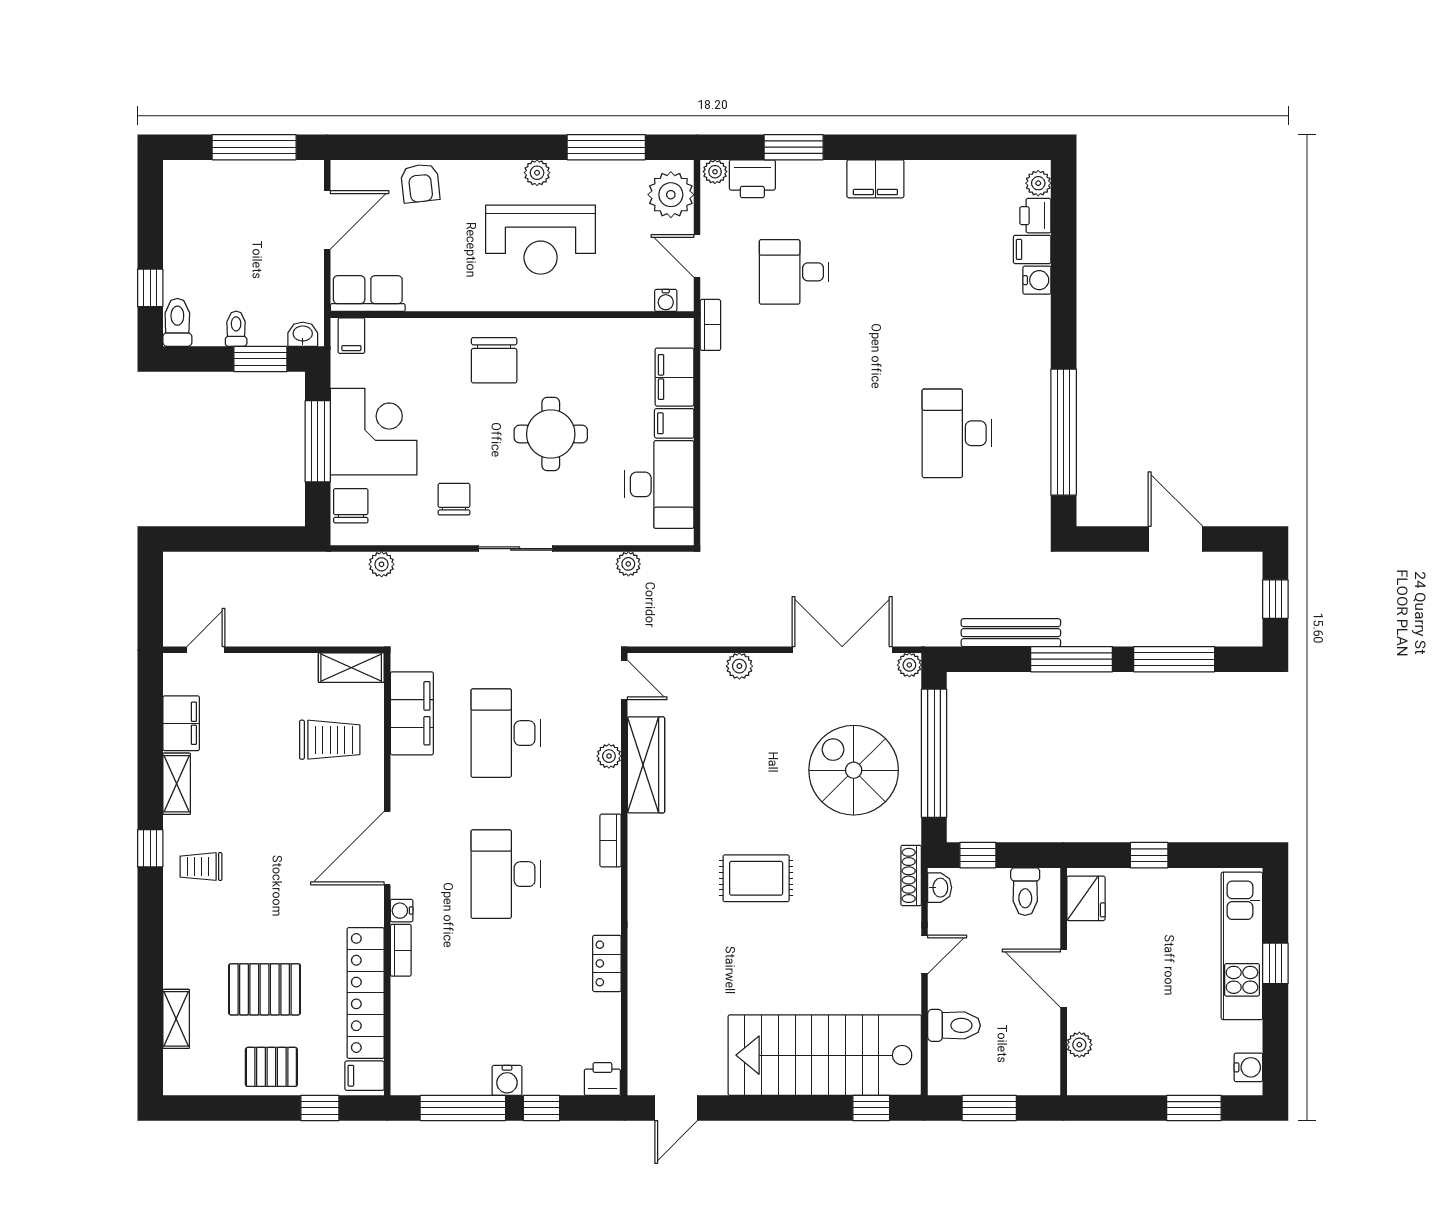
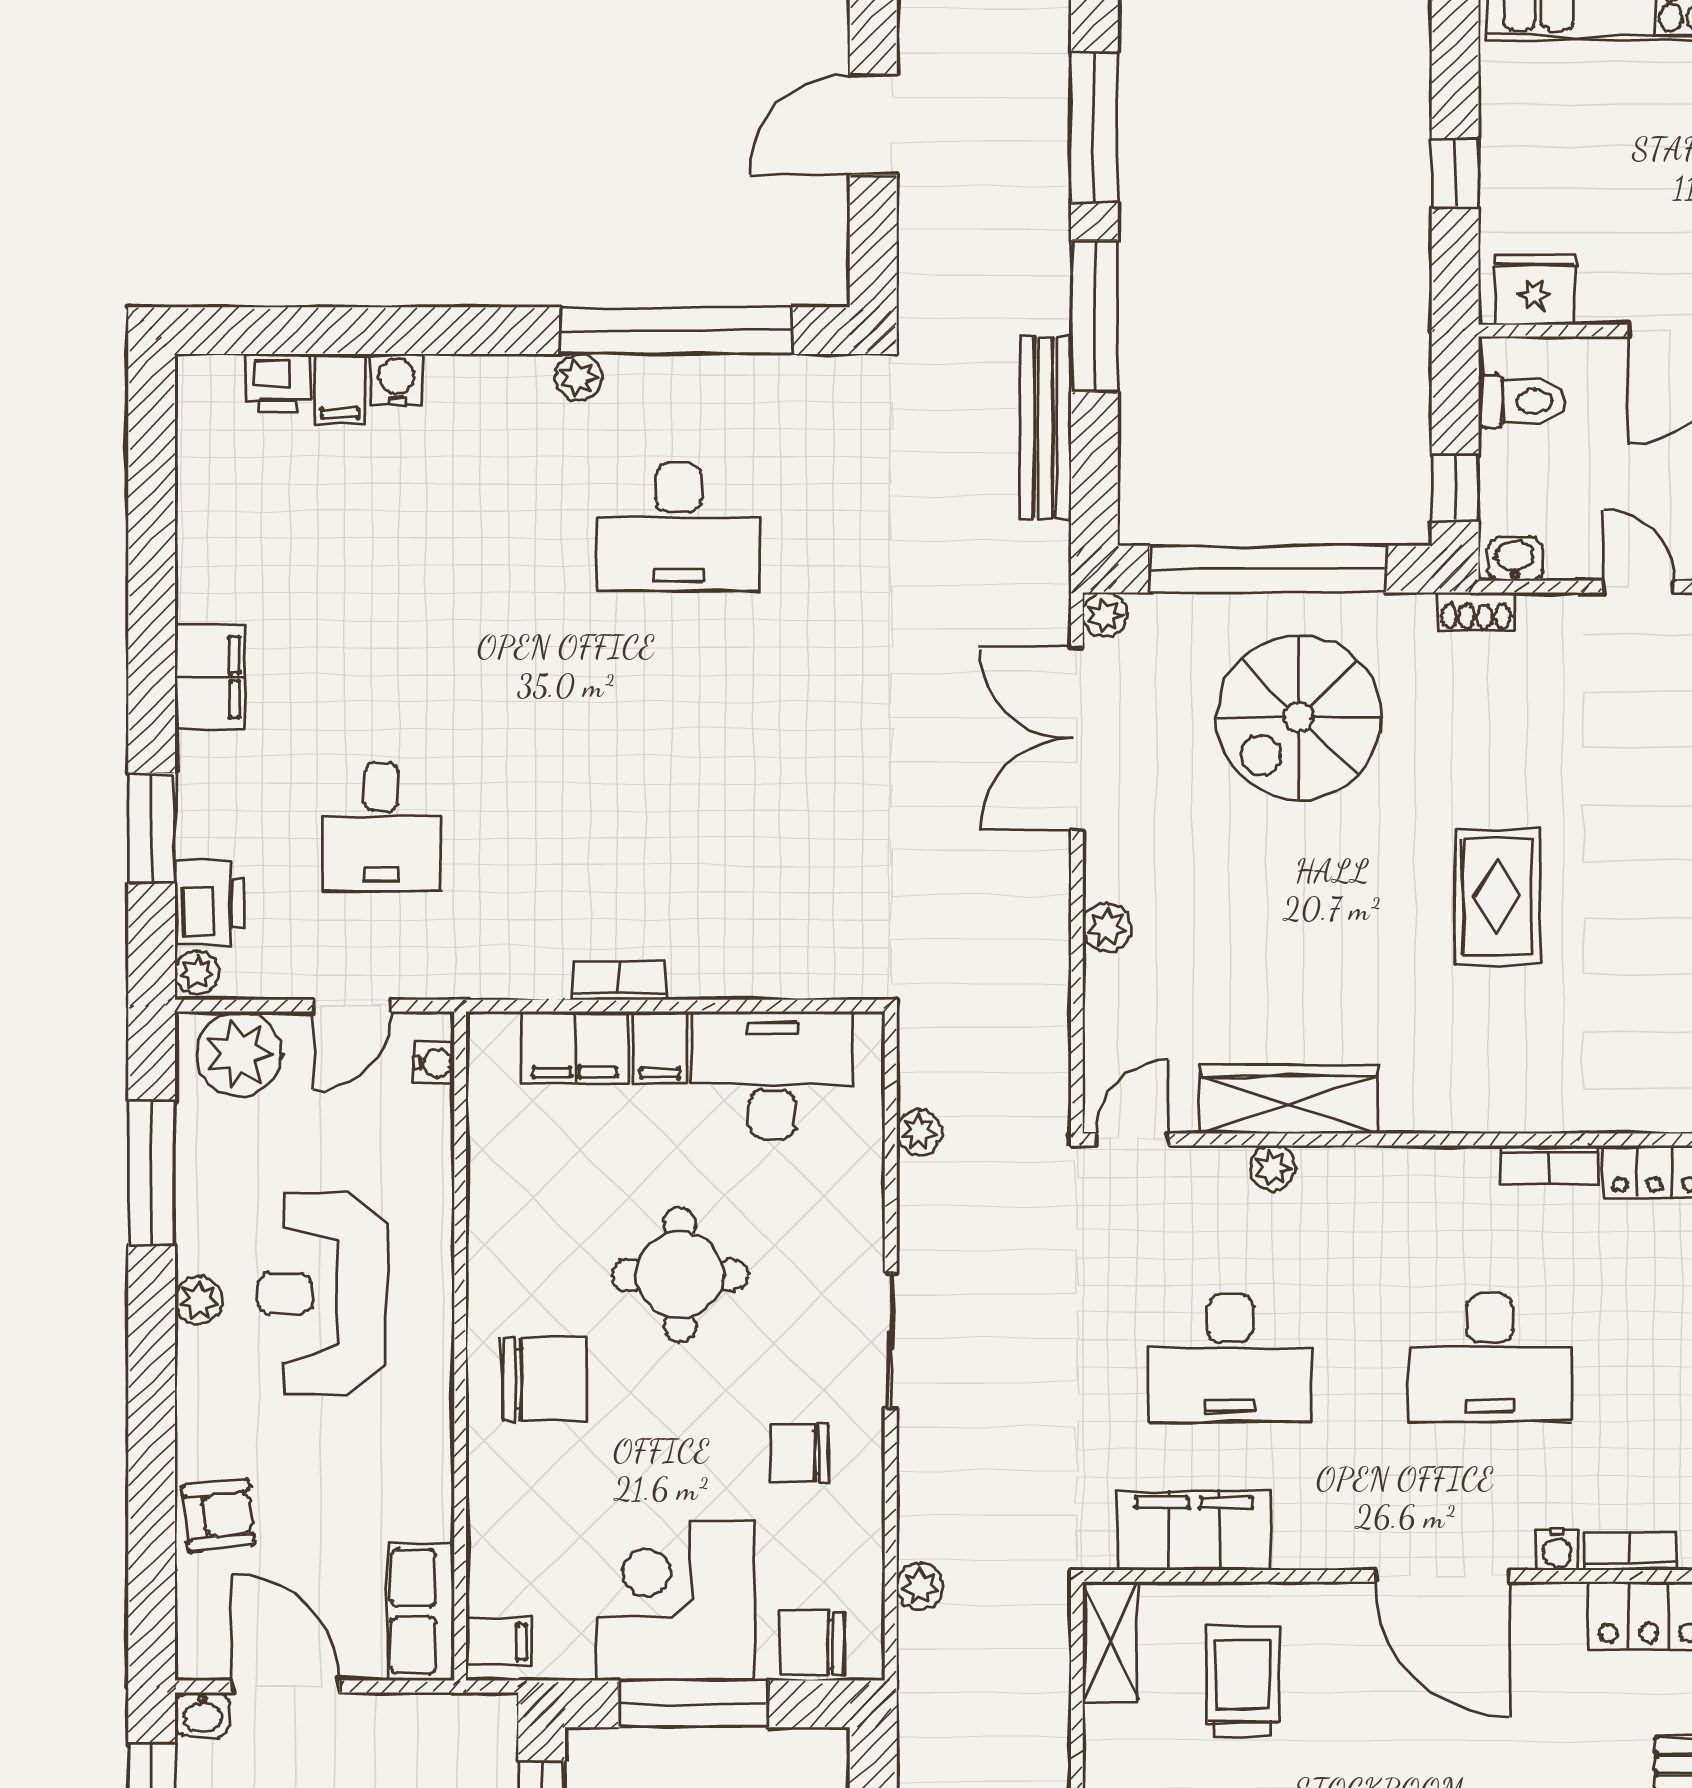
plant: (1038, 183) -> (579, 377), moved
reception desk: (541, 240) -> (322, 1294), turned 180
bookcase: (710, 325) -> (619, 981), moved
washbasin: (303, 334) -> (203, 1715), moved, turned -90
bookcase: (611, 840) -> (1549, 1165), moved
shoe rack: (911, 875) -> (1476, 611), width x0.70

